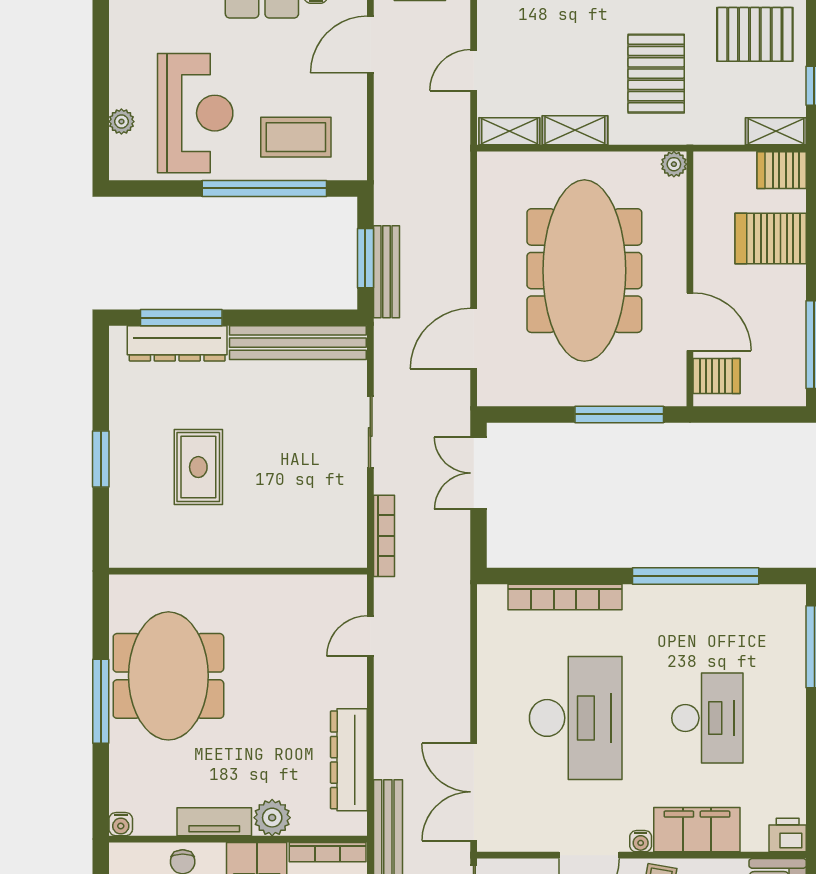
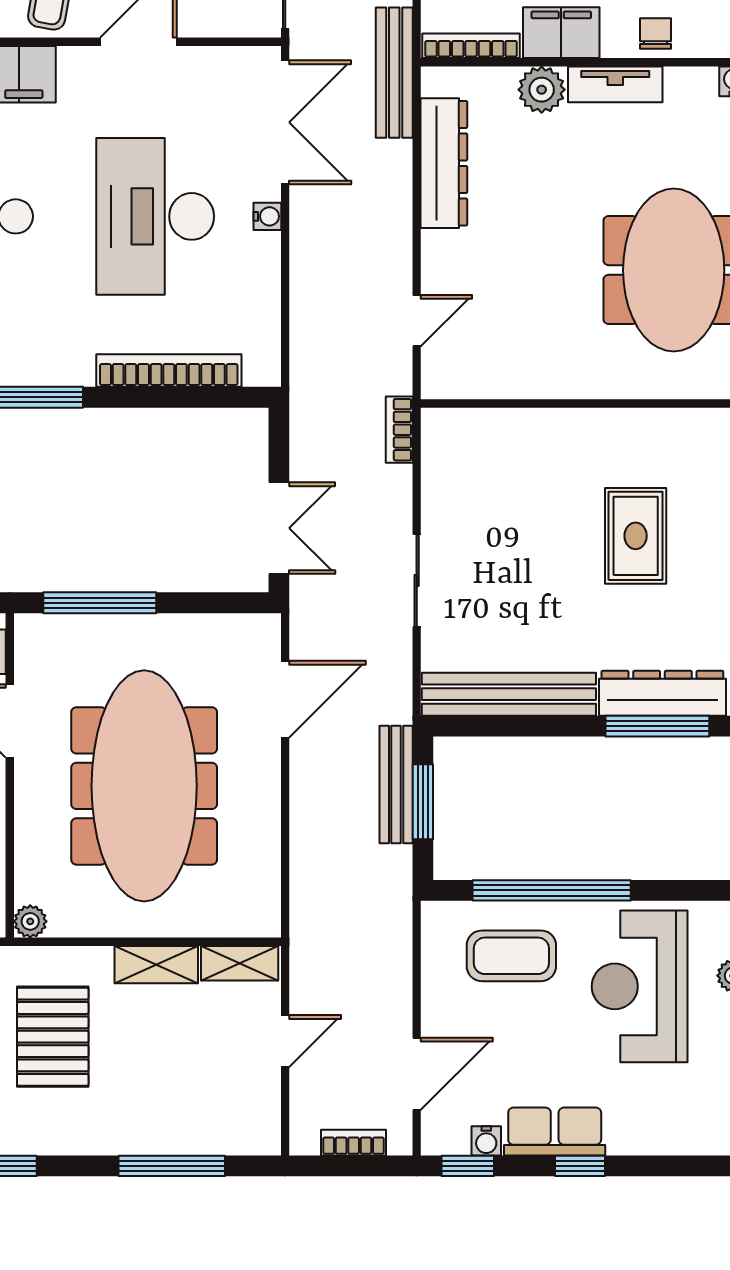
bookcase: (384, 536) -> (399, 430), width x0.64
water cooler: (641, 841) -> (267, 216), moved, turned 90

